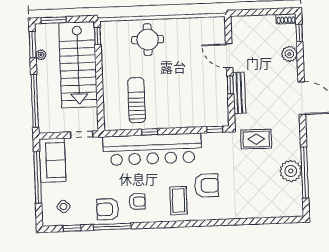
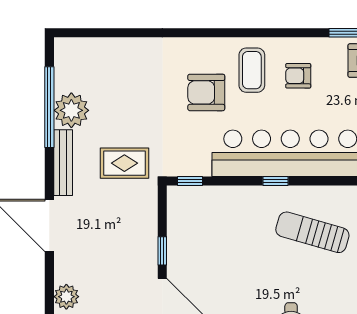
bench: (239, 93) -> (63, 163), moved
sun lounger: (137, 100) -> (312, 232), turned 106
window: (150, 132) -> (276, 181), moved
armchair: (137, 202) -> (298, 76), moved

